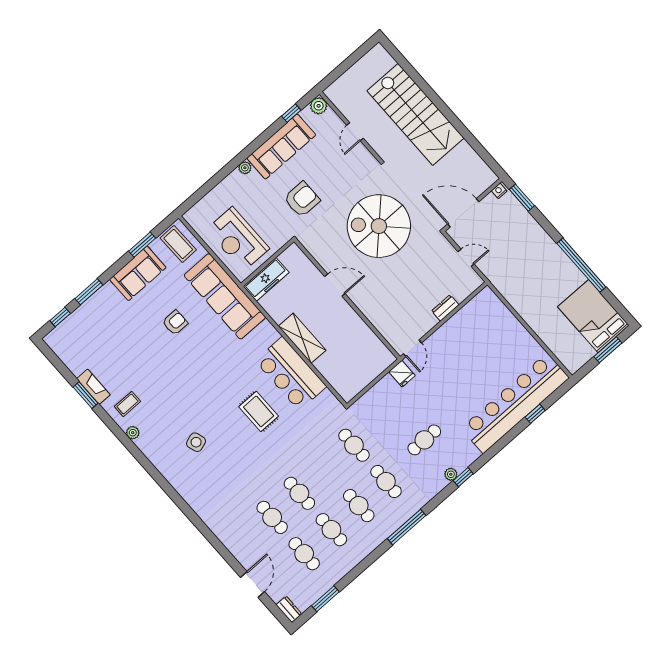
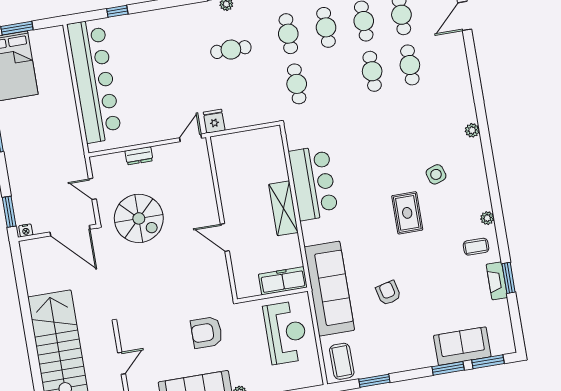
spiral stairs: (379, 226) -> (139, 218), moved, width x0.73, depth x0.73
sofa: (138, 273) -> (462, 346), moved
window: (60, 317) -> (488, 362), width x1.50
armchair: (175, 323) -> (388, 293), turned 76
bar counter: (515, 403) -> (94, 81), moved, turned -90
rug: (259, 411) -> (407, 213), moved
plant: (189, 496) -> (472, 130), added

